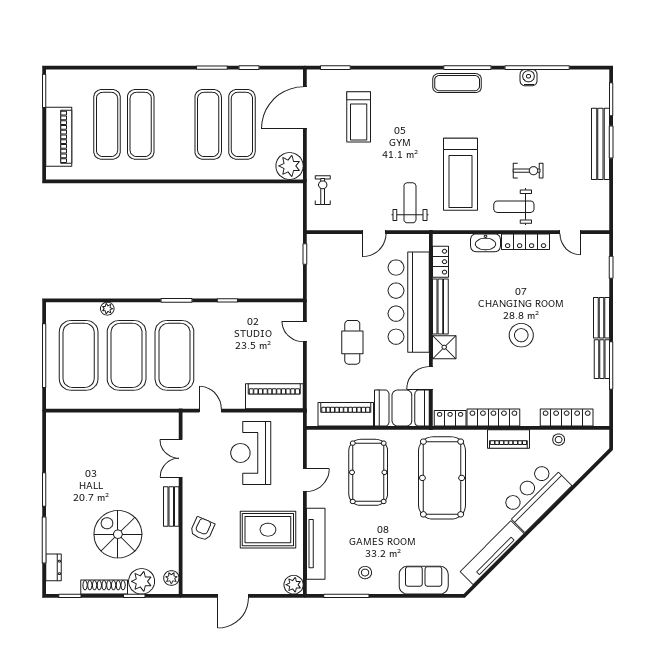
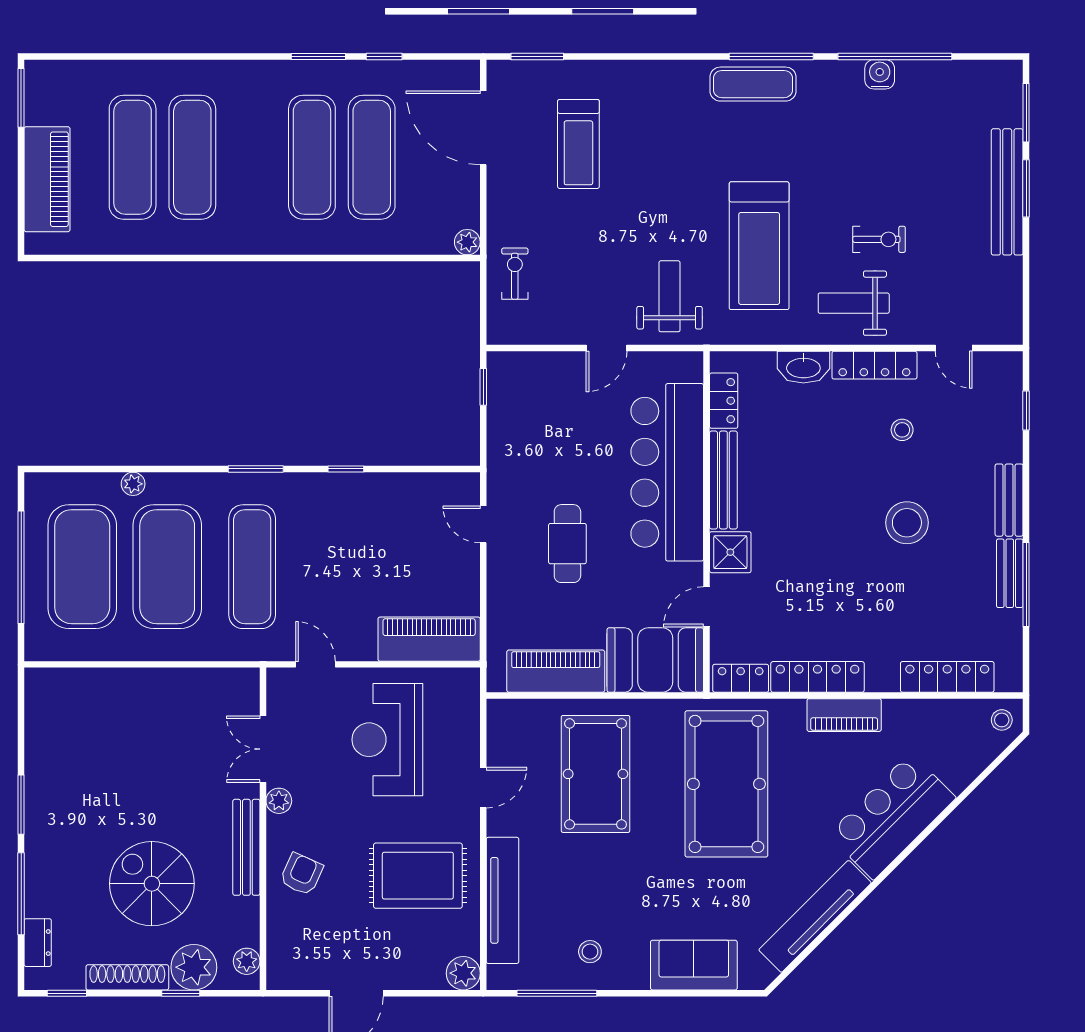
door: (305, 108) -> (483, 128), hinge flipped
plant: (290, 166) -> (467, 242), width x0.53, depth x0.53
stool: (541, 278) -> (902, 430), added
stool: (521, 335) -> (907, 523), moved
exercise mat: (174, 355) -> (252, 567), width x0.68
stool: (559, 440) -> (1002, 720), moved
plant: (190, 487) -> (279, 801), added
bench: (171, 506) -> (246, 847), width x1.36

